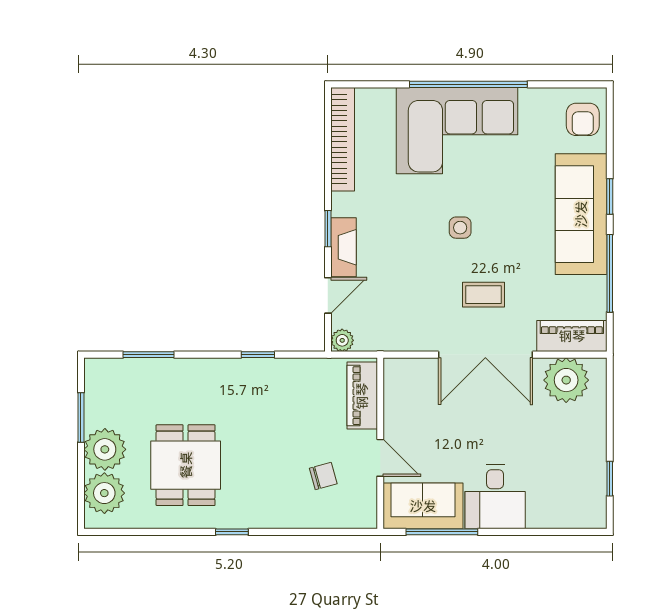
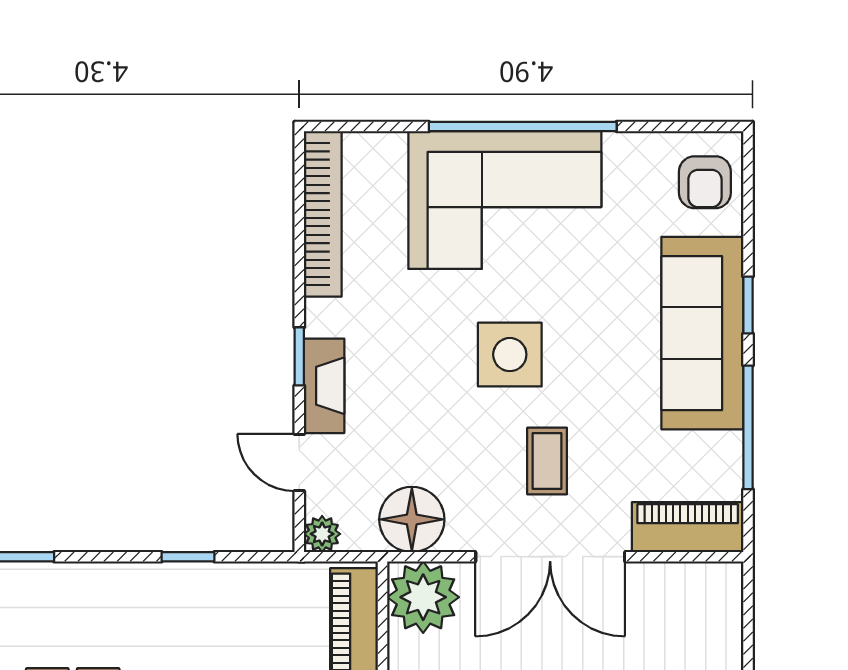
side table: (460, 228) -> (510, 355), width x1.87, depth x1.87
door: (328, 295) -> (299, 463), swing flipped
coffee table: (484, 295) -> (547, 461), turned 90
floor lamp: (399, 331) -> (412, 519), added
plant: (566, 380) -> (423, 597), moved

